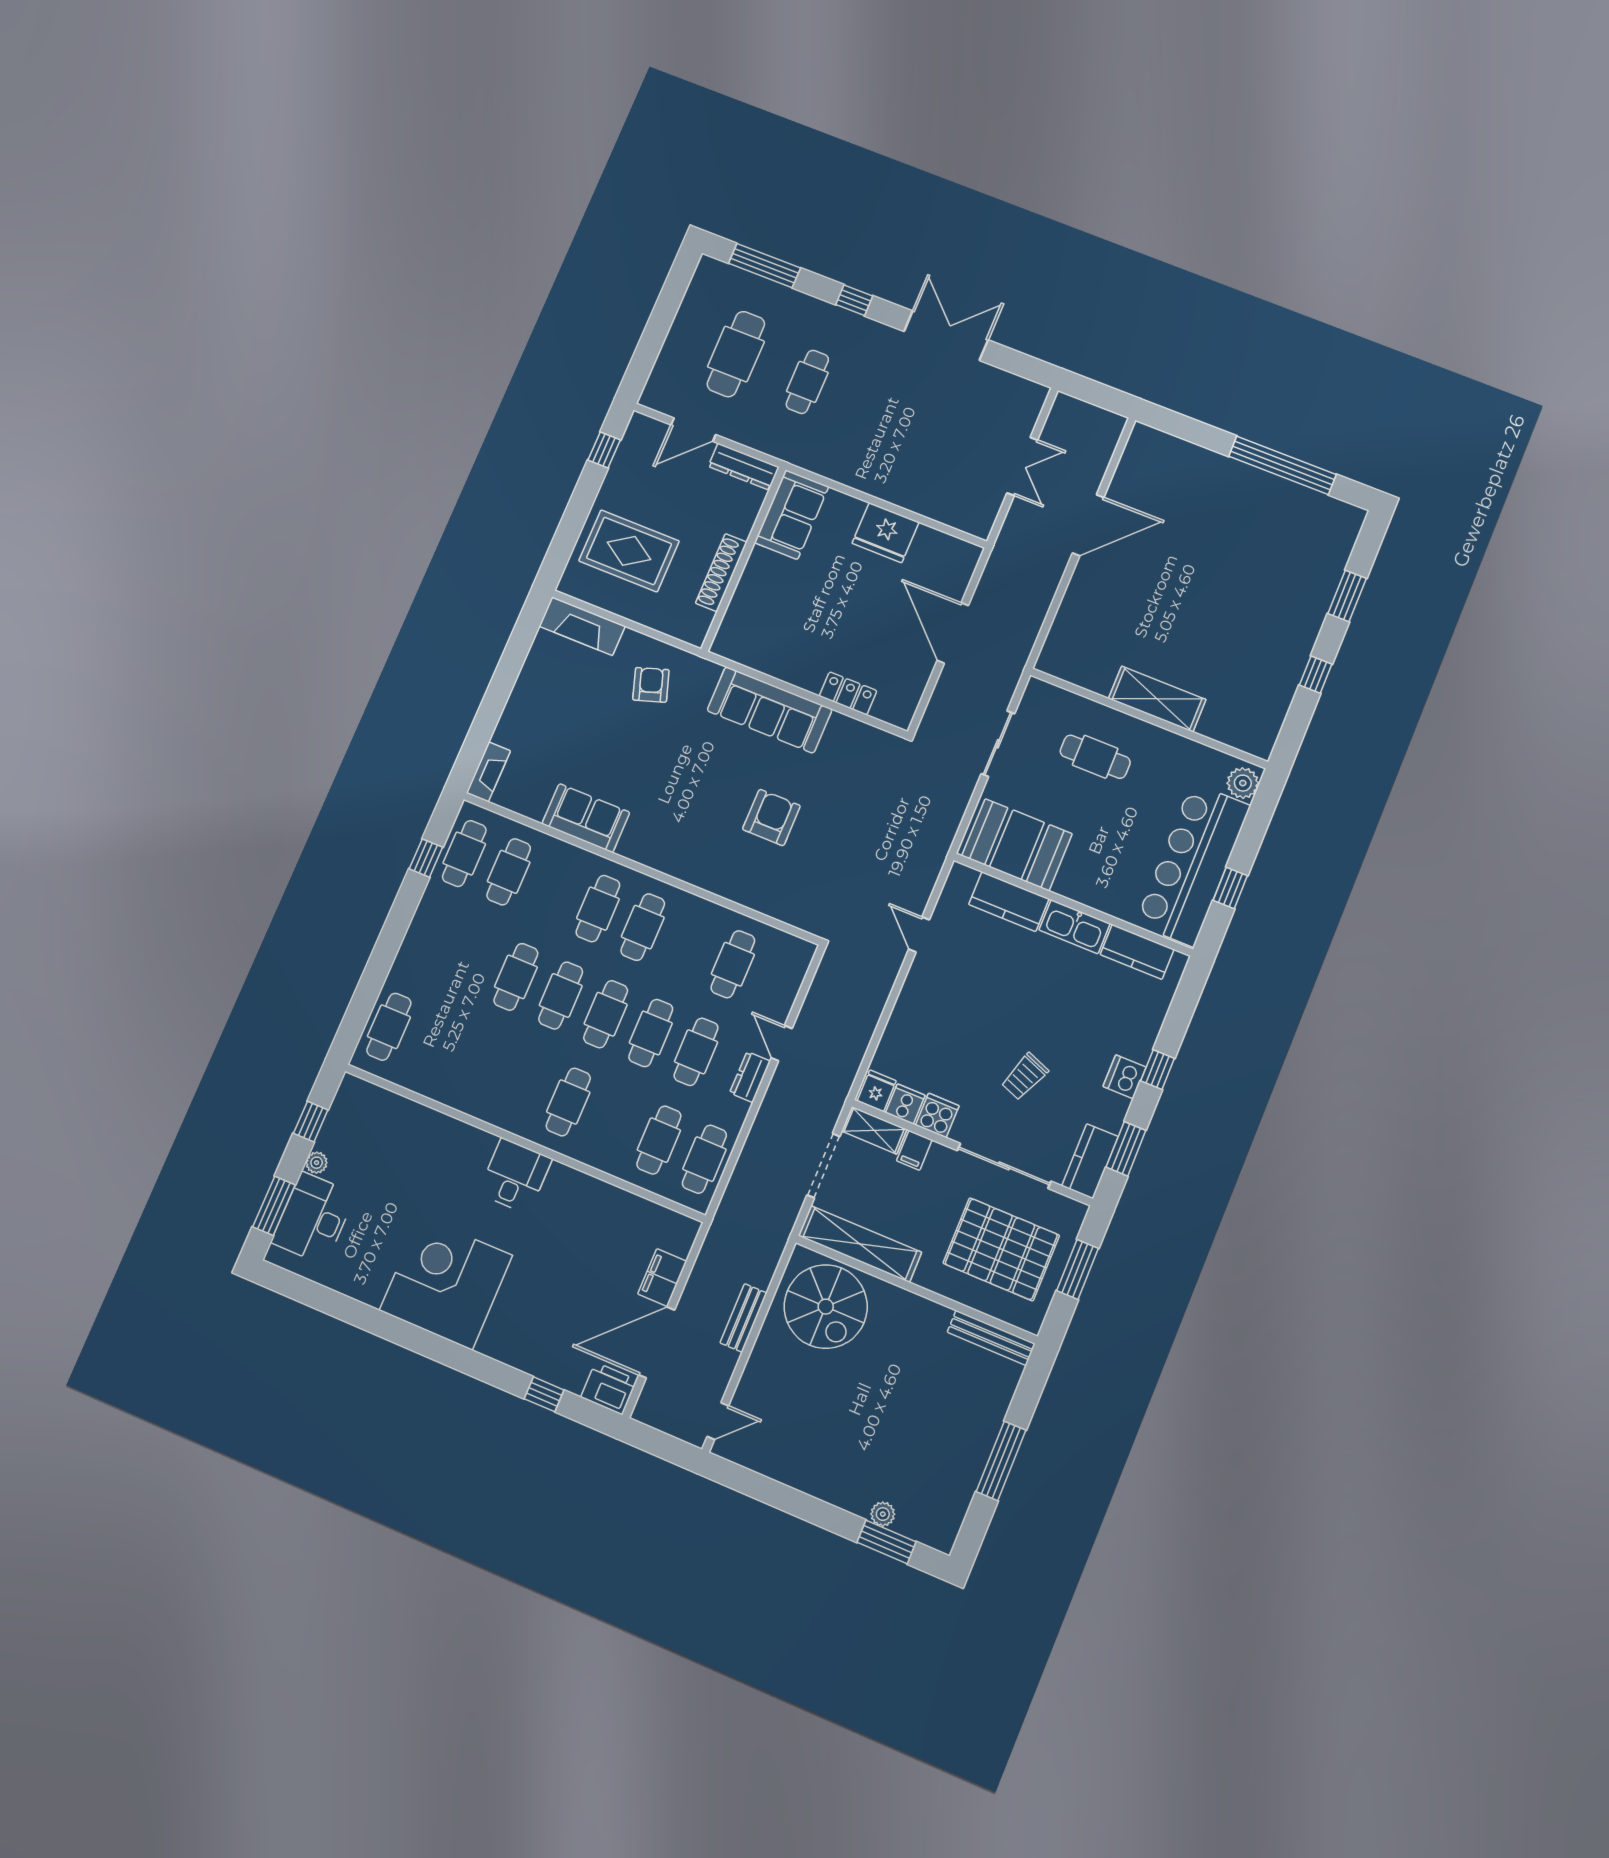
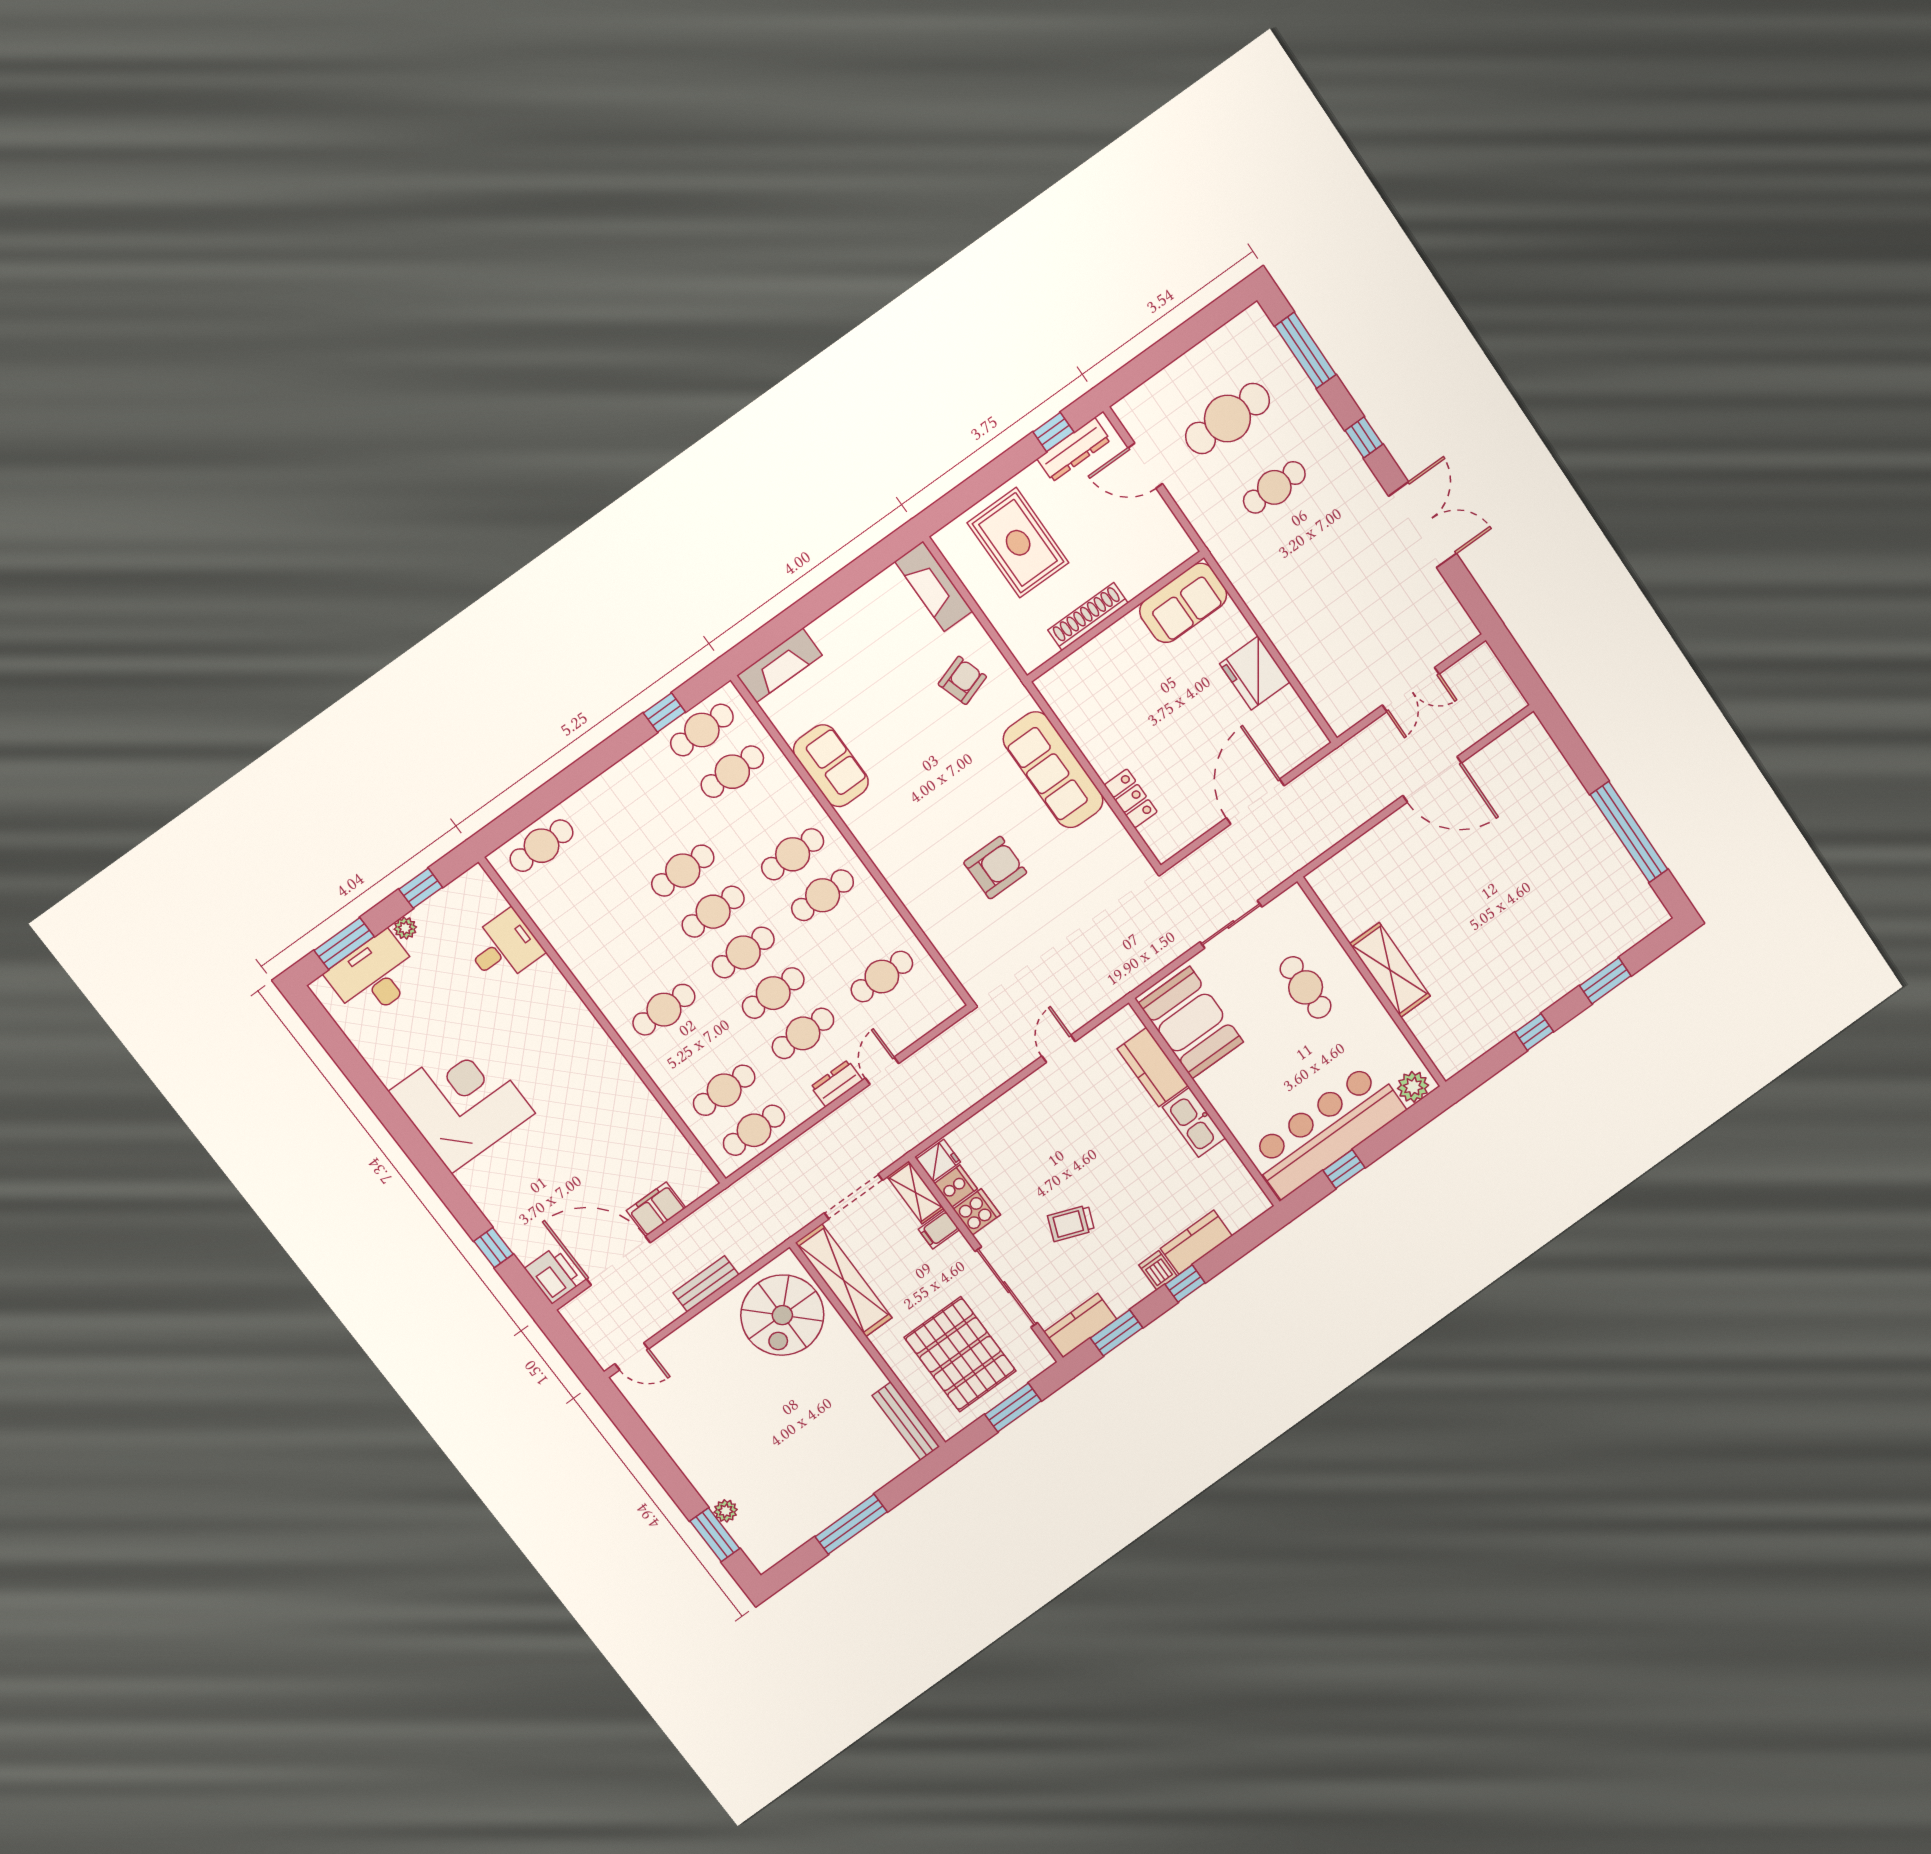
dresser: (744, 467) -> (1074, 450), moved, turned -90
fireplace: (488, 772) -> (779, 665), width x1.37, depth x1.32
kitchen counter: (1137, 952) -> (1196, 1242), moved, turned 90
dishwasher: (1125, 1077) -> (1158, 1270), width x0.73
desk: (515, 1176) -> (504, 947), moved

